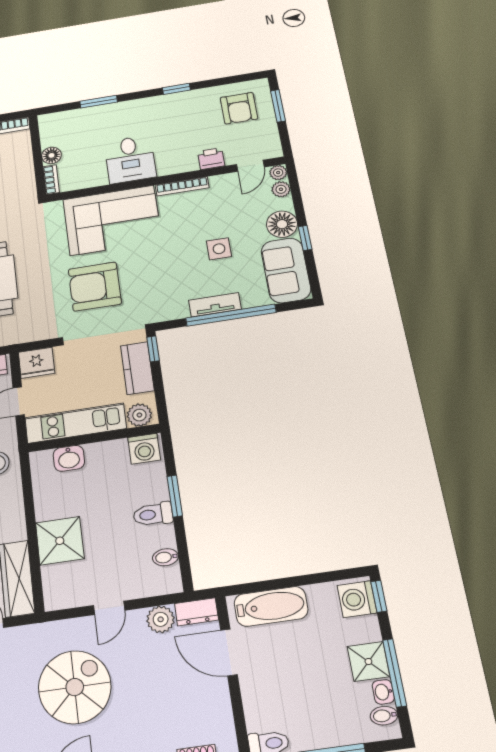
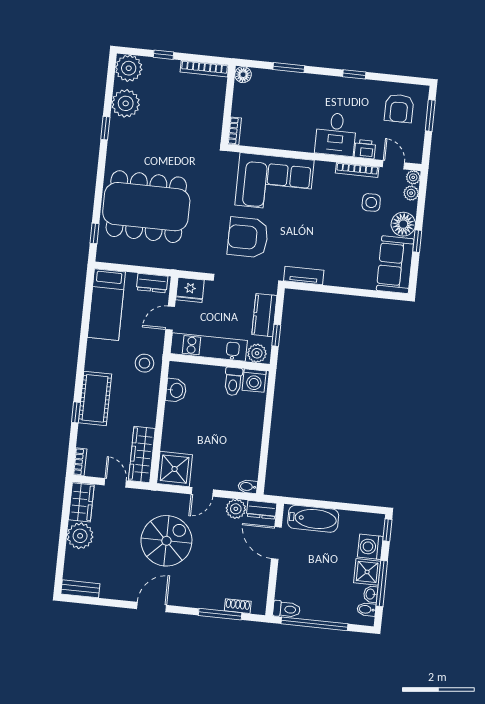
floor lamp: (51, 155) -> (243, 75), moved
desk: (130, 159) -> (336, 134), moved
door: (250, 166) -> (394, 165), swing flipped
bookcase: (182, 186) -> (357, 170), moved
side table: (219, 249) -> (371, 202), moved
tv unit: (215, 305) -> (304, 276), moved
window: (231, 315) -> (344, 291), removed
window: (153, 349) -> (276, 335), moved
washbasin: (69, 458) -> (176, 390), moved, turned -90
window: (175, 496) -> (267, 422), removed
toilet: (153, 514) -> (233, 381), moved, turned -90
shower: (60, 541) -> (175, 469), moved
bidet: (166, 557) -> (248, 487), moved
washing machine: (357, 599) -> (370, 547), moved

